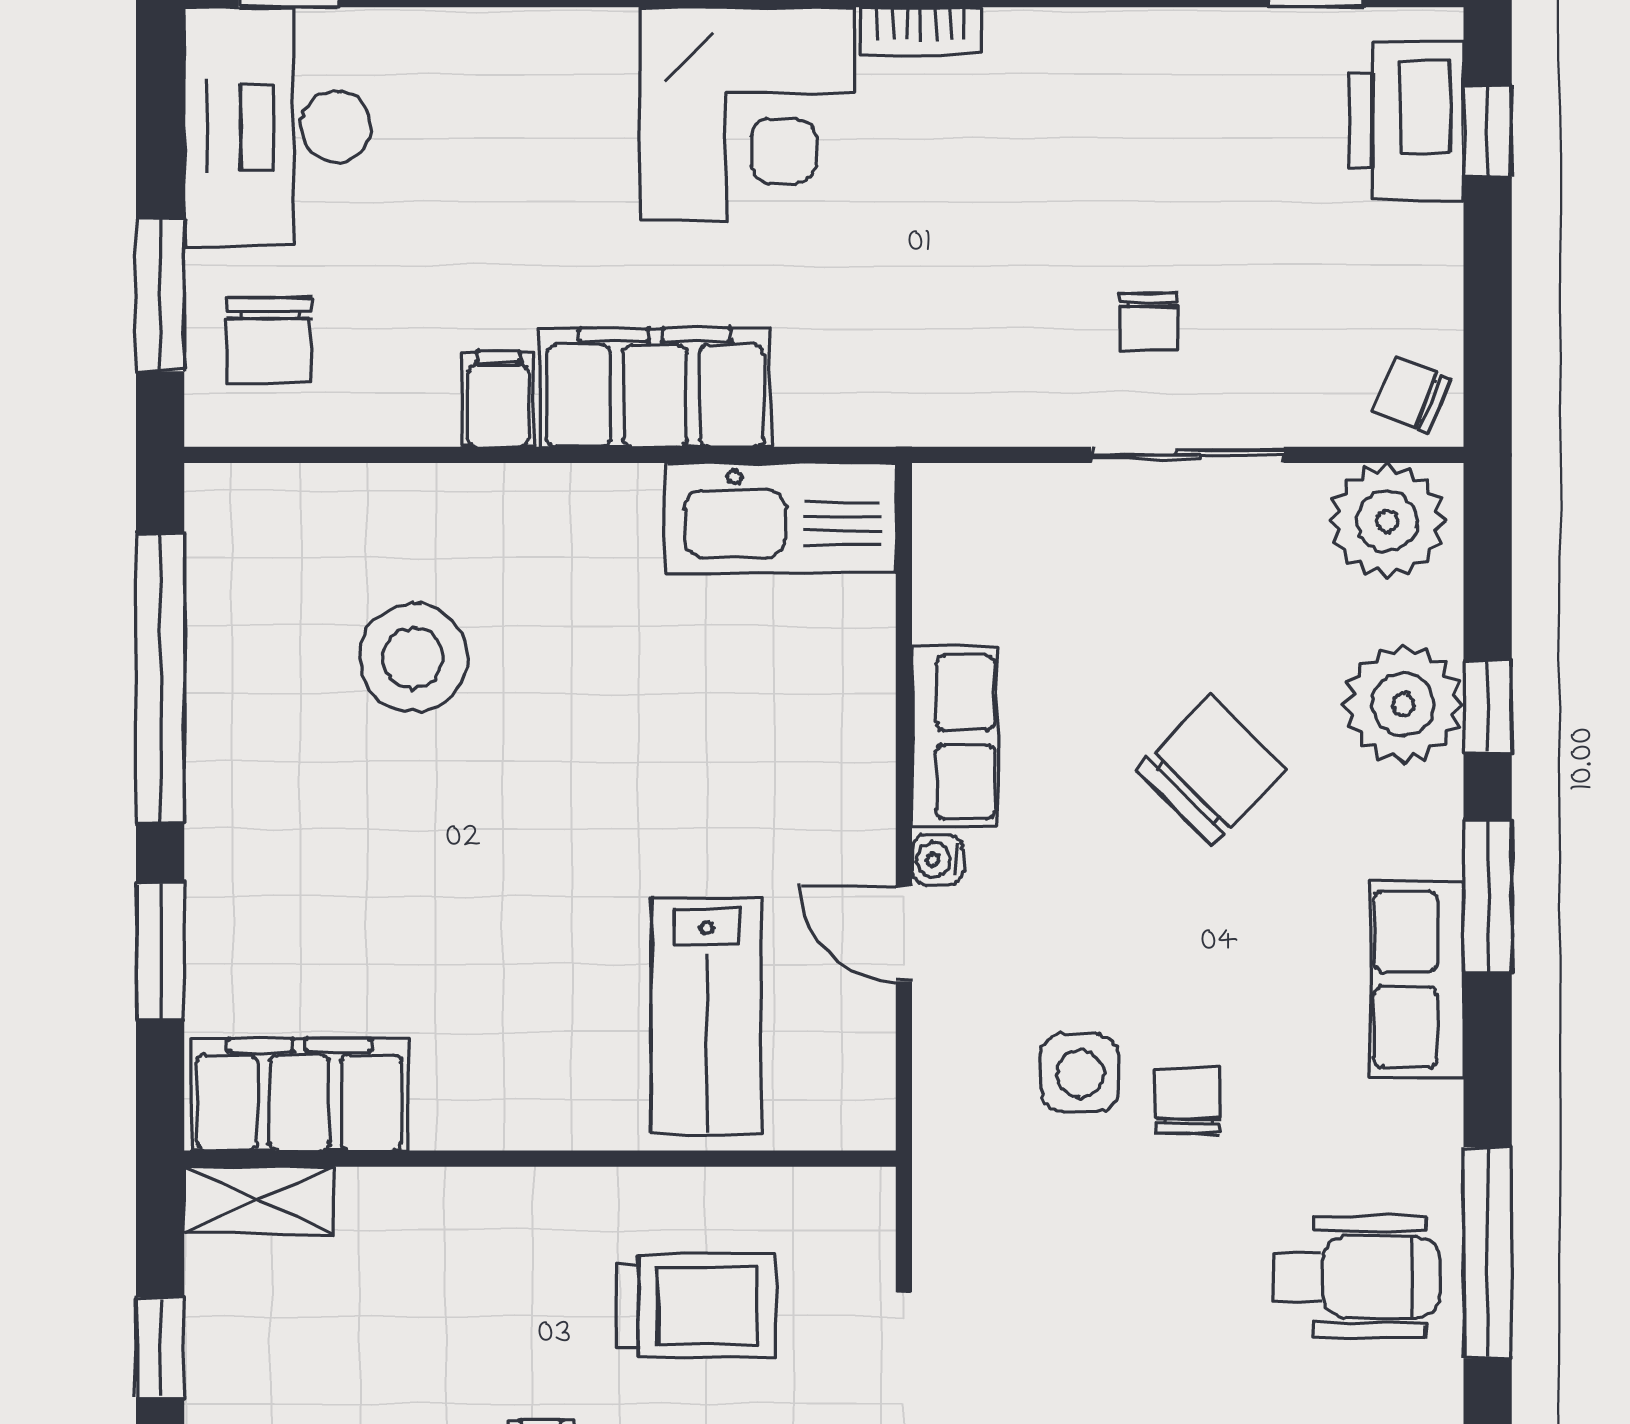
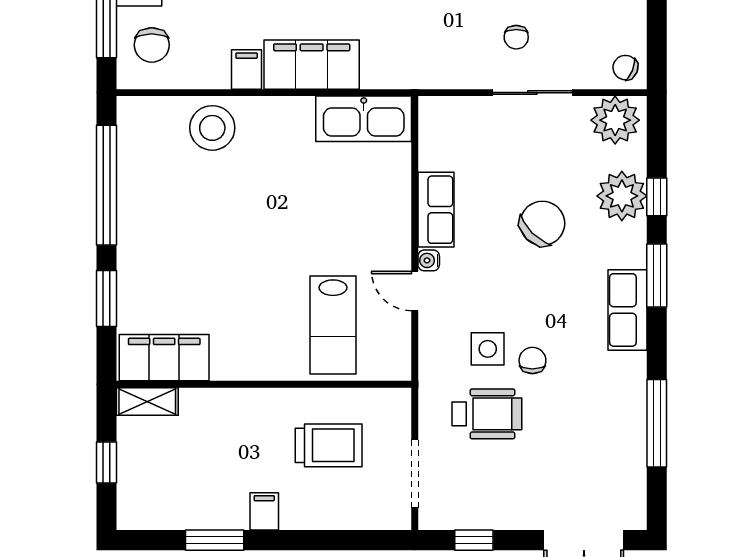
stool: (413, 658) -> (212, 128), moved
wheelchair: (1356, 1277) -> (487, 414), moved

